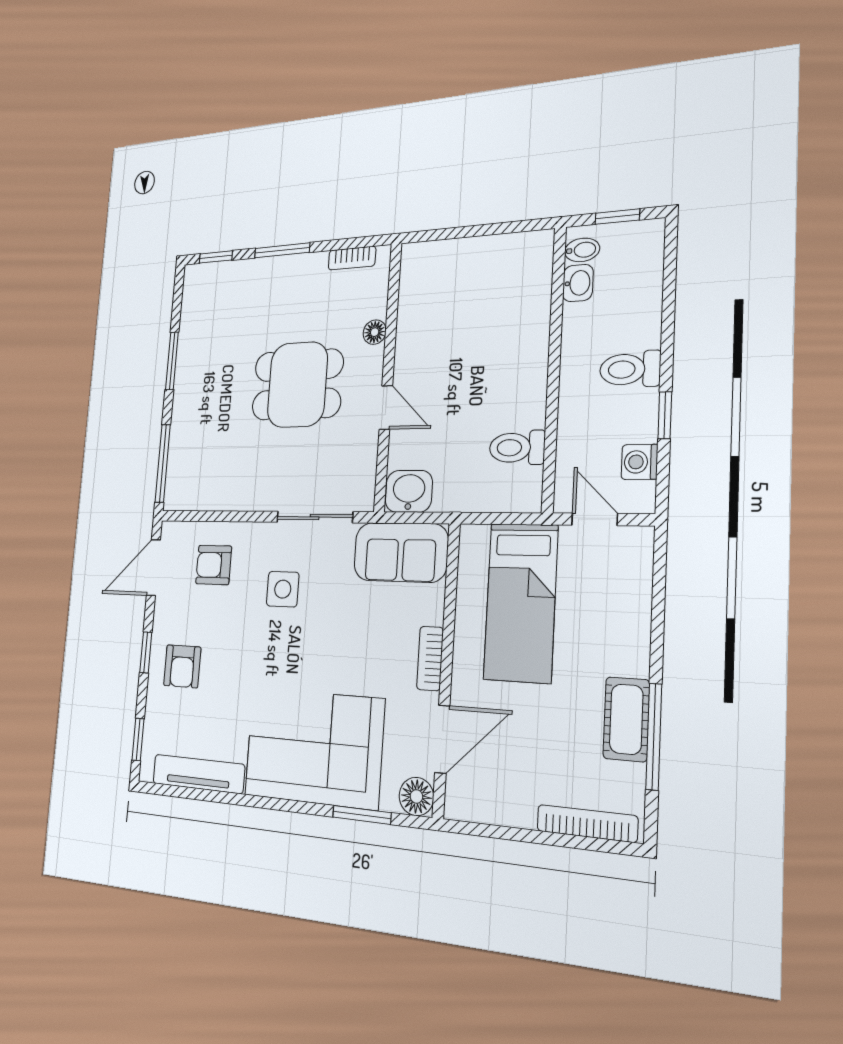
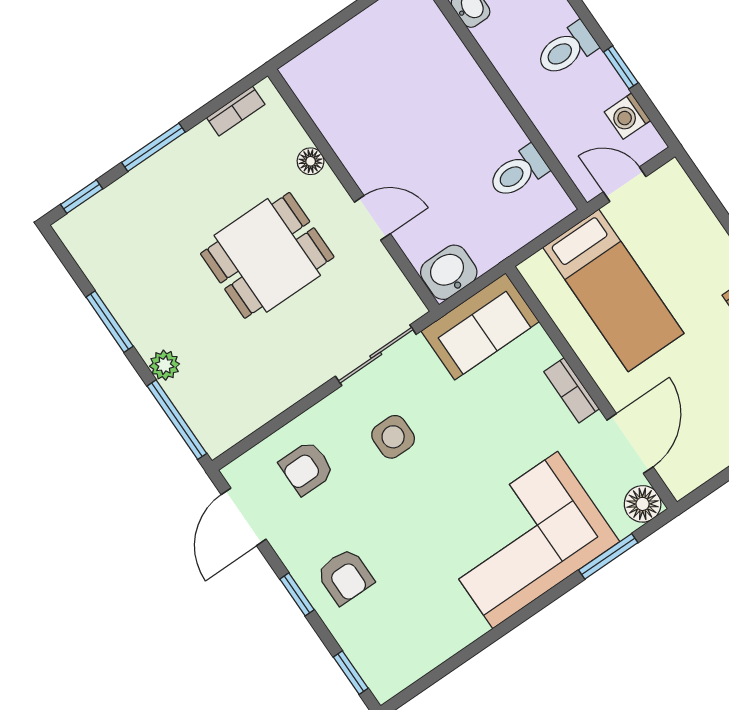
plant: (182, 418) -> (165, 365), added
tv unit: (198, 774) -> (435, 650), removed

